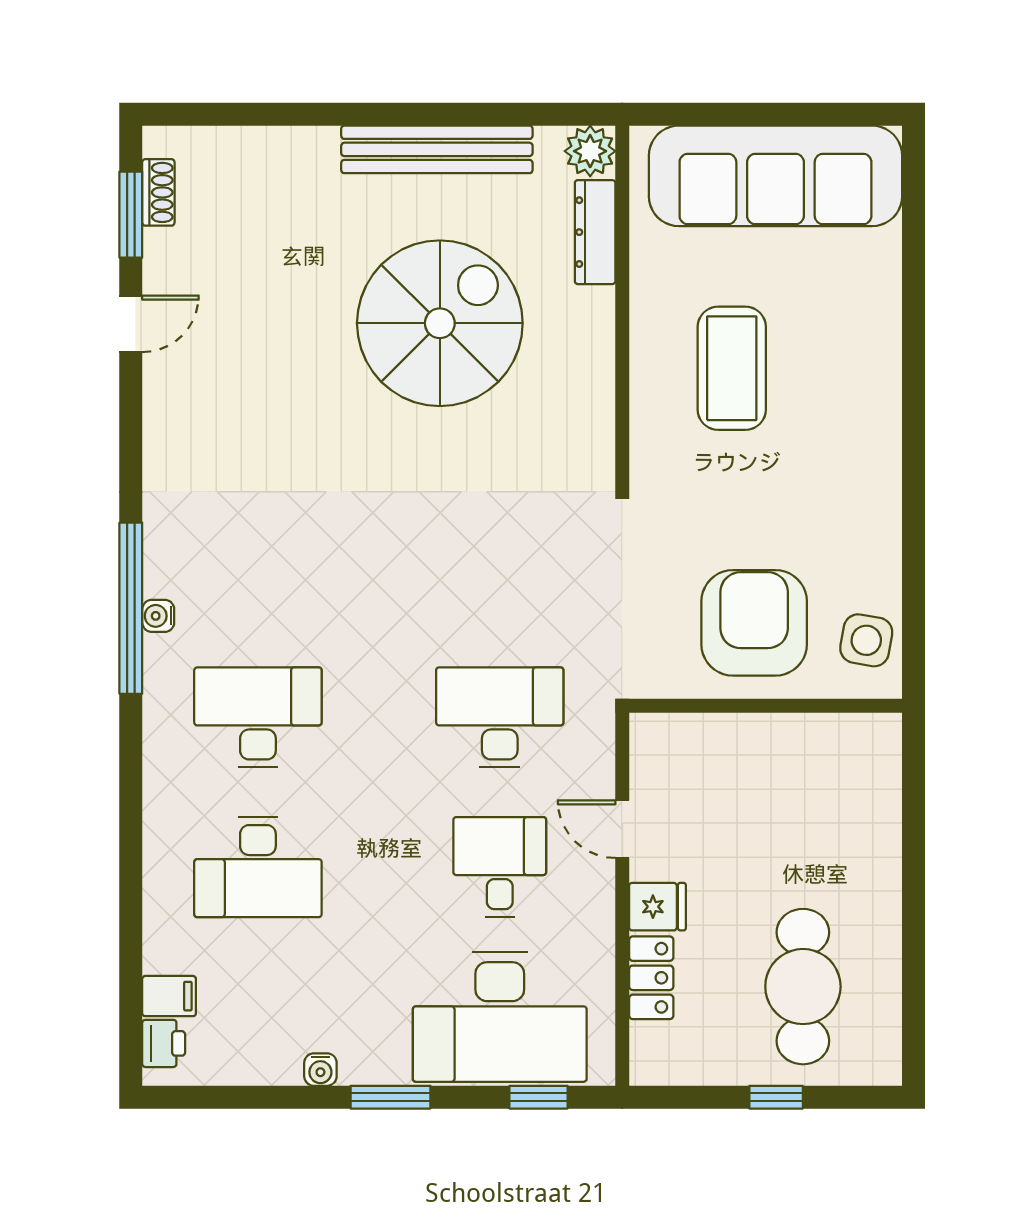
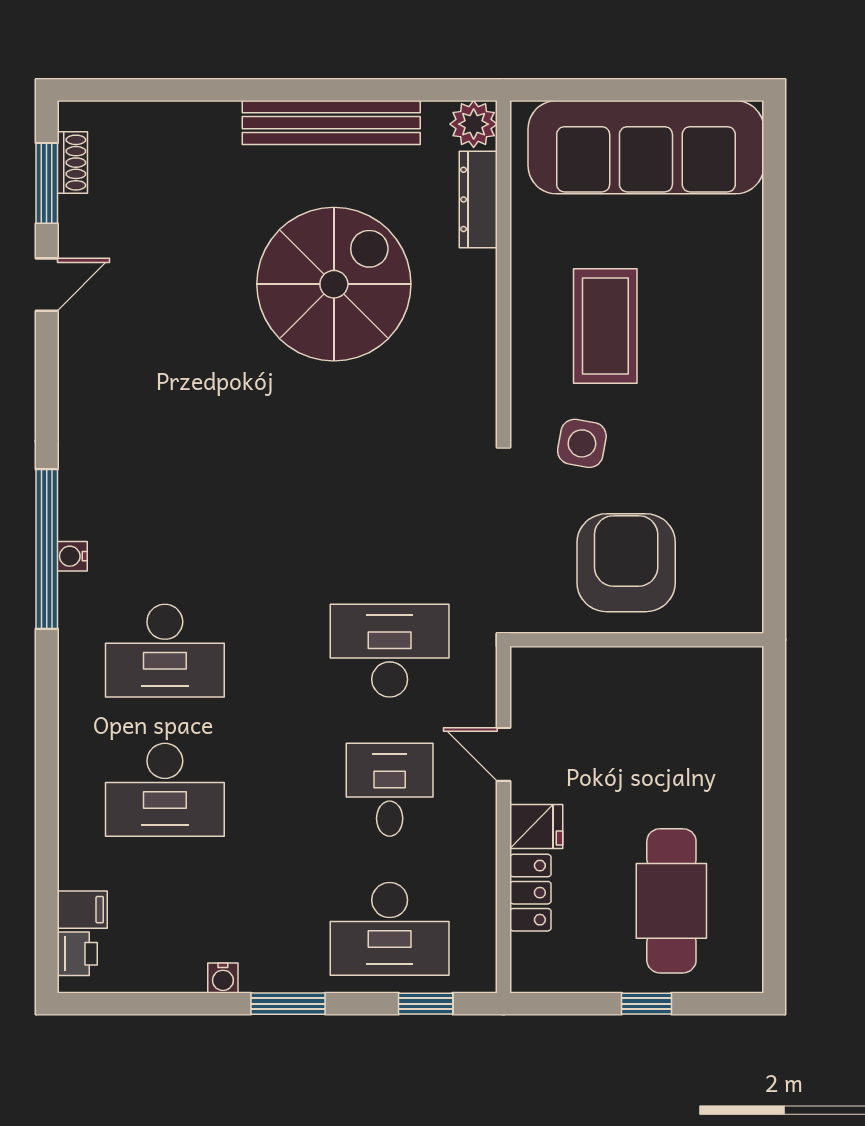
side table: (866, 640) -> (582, 443), moved
desk: (258, 717) -> (165, 651), turned 180
desk: (500, 1017) -> (390, 929), width x0.73, depth x0.77

